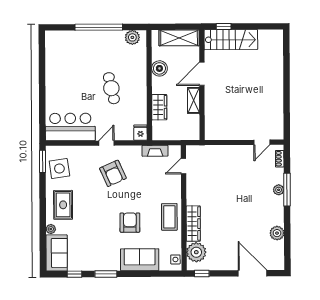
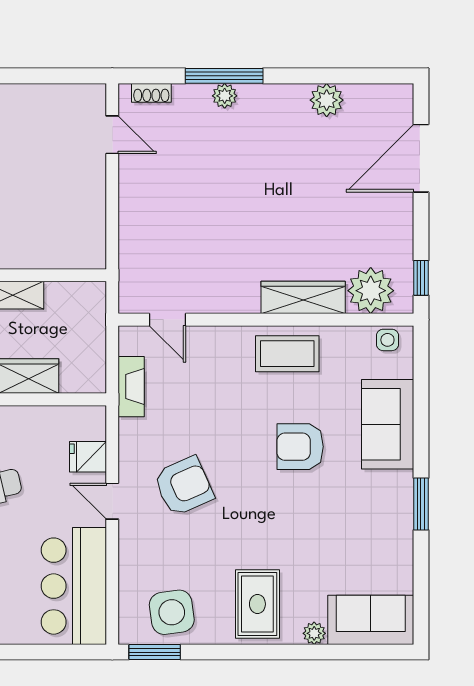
fridge: (140, 133) -> (88, 457), moved
rug: (63, 205) -> (257, 604), turned 90
window: (74, 274) -> (421, 578), removed

